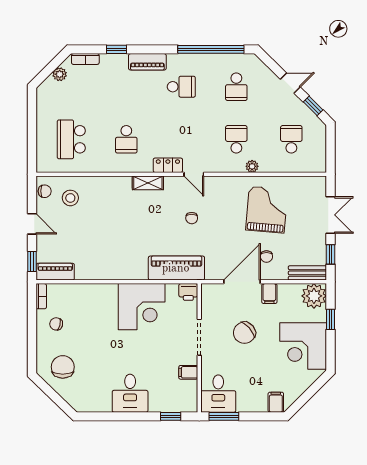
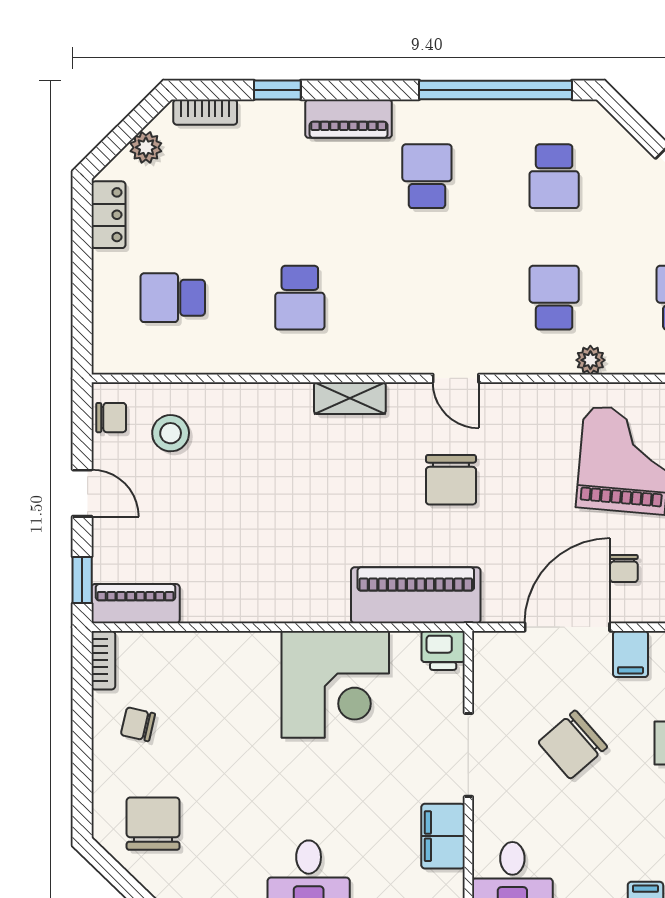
school desk: (181, 87) -> (427, 176), turned -90
school desk: (71, 139) -> (173, 298), width x0.54
locker: (168, 165) -> (108, 215), moved, turned 90
chair: (192, 218) -> (451, 480), width x1.87, depth x1.87
filing cabinet: (188, 372) -> (443, 836), width x2.00

